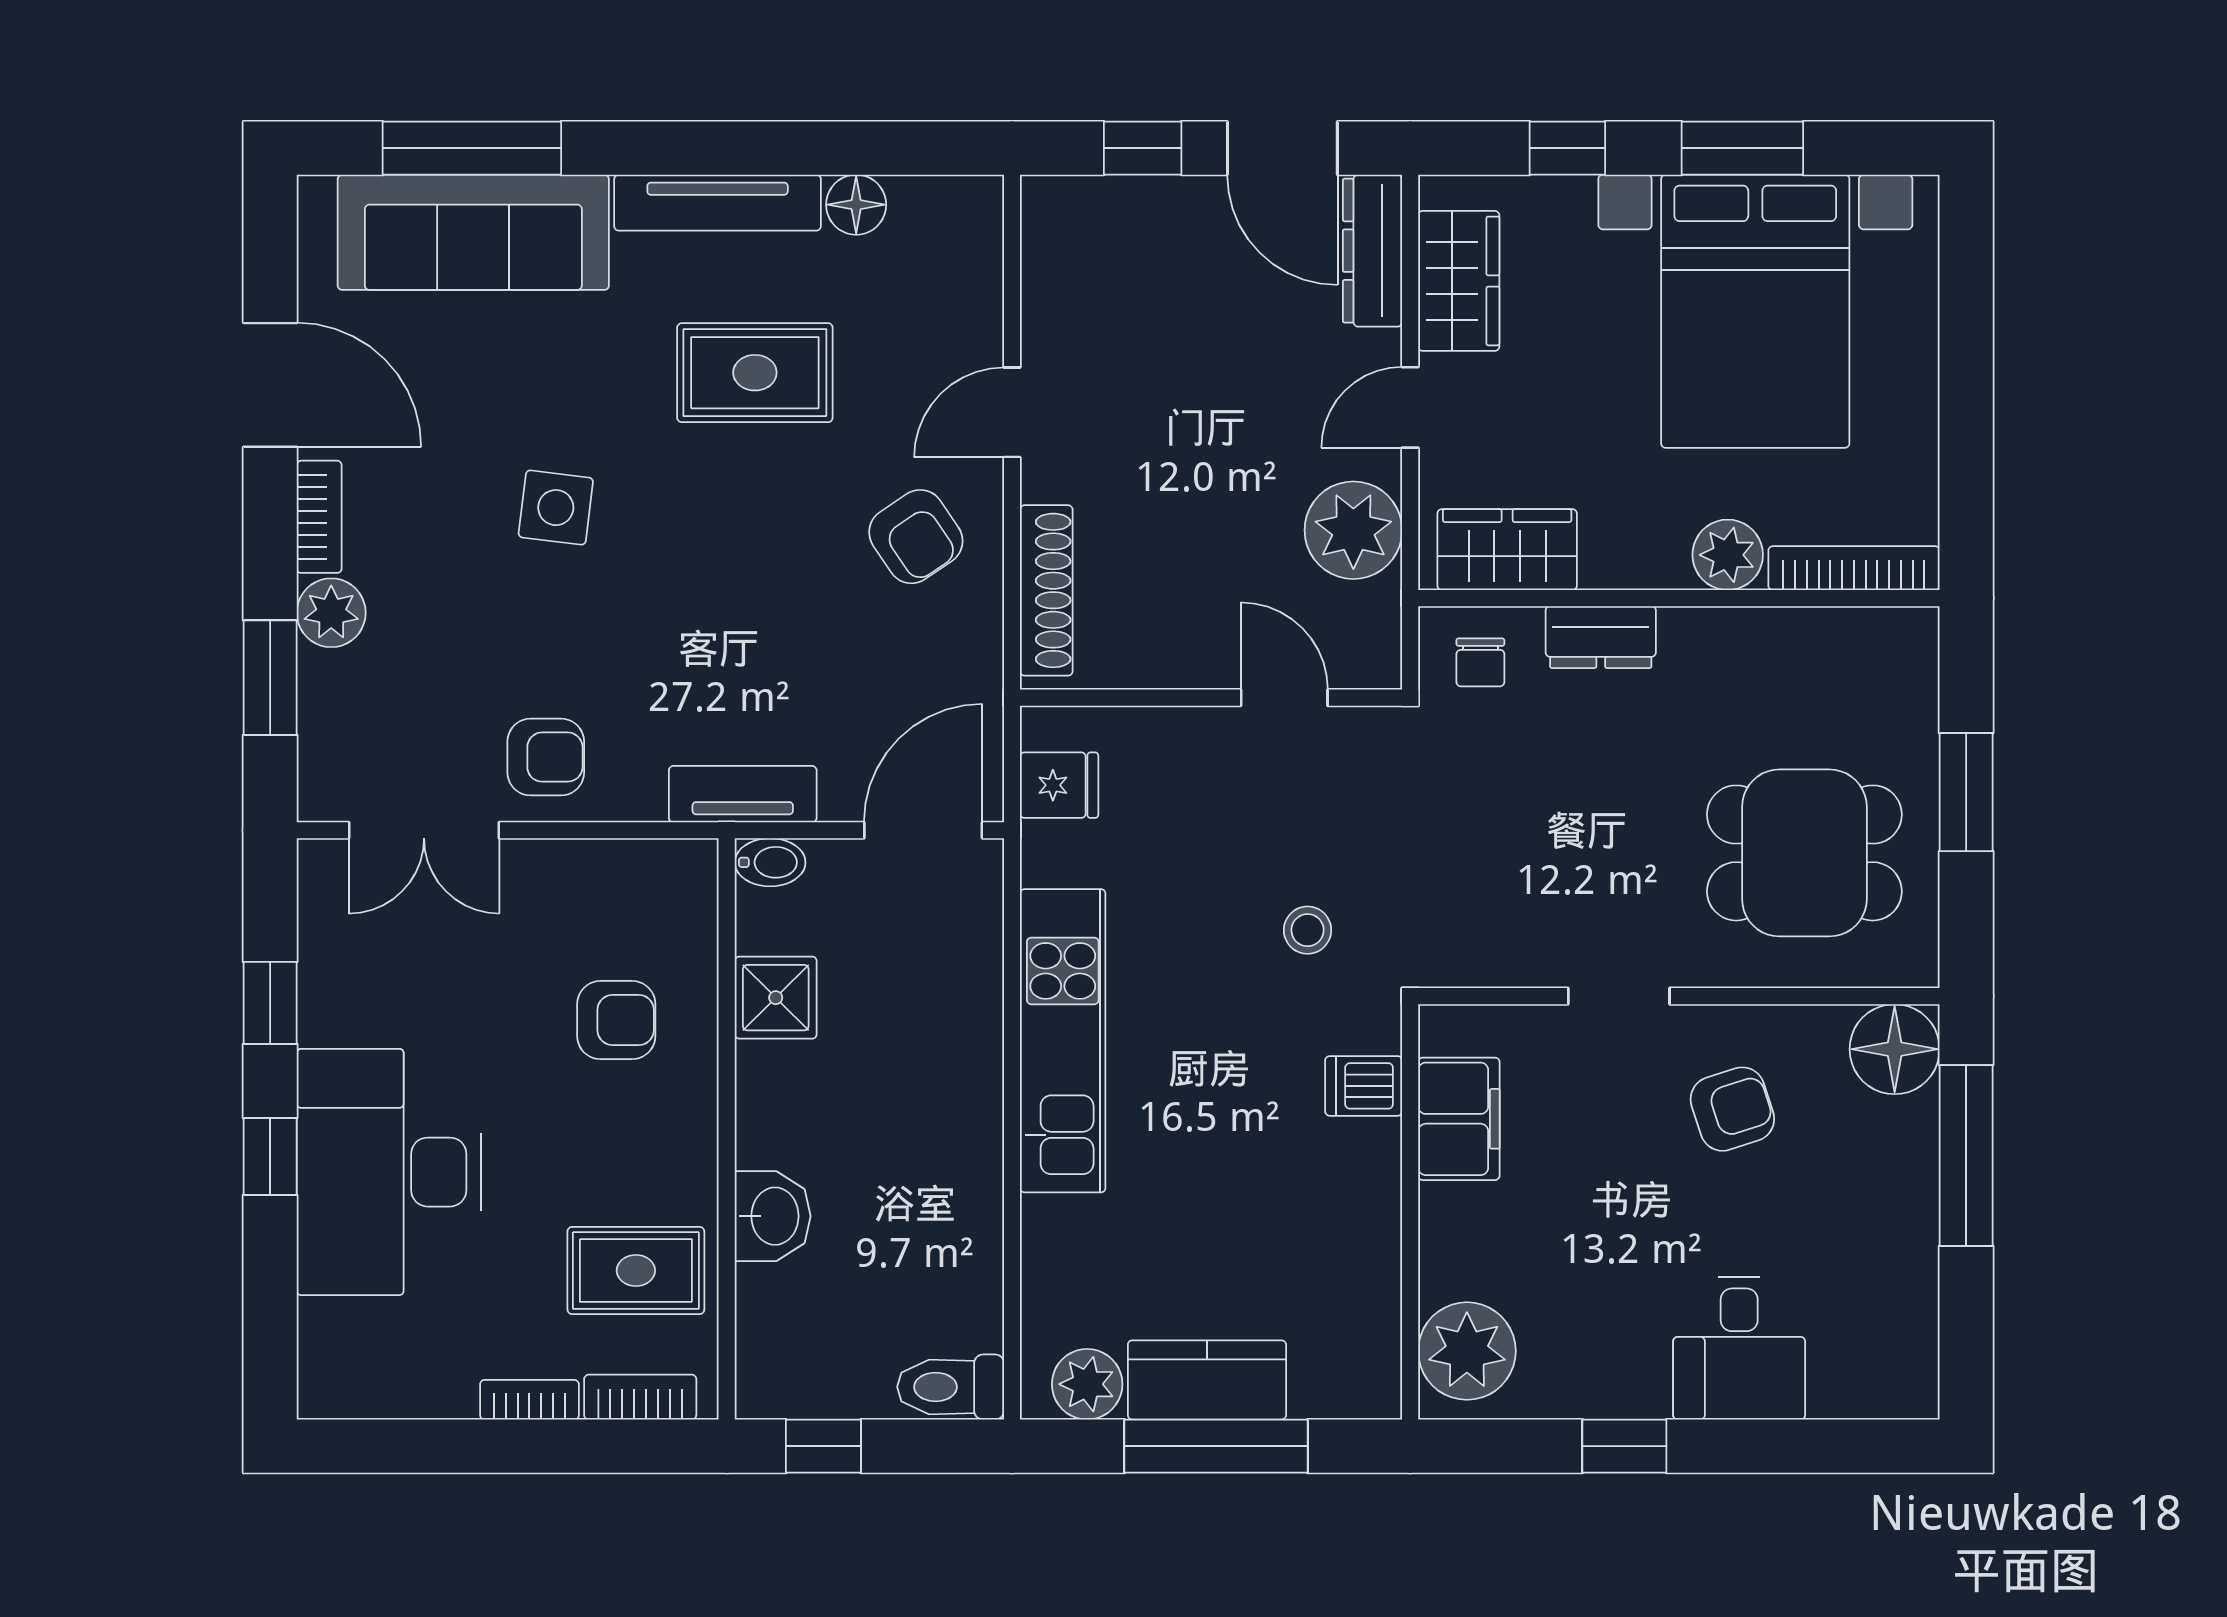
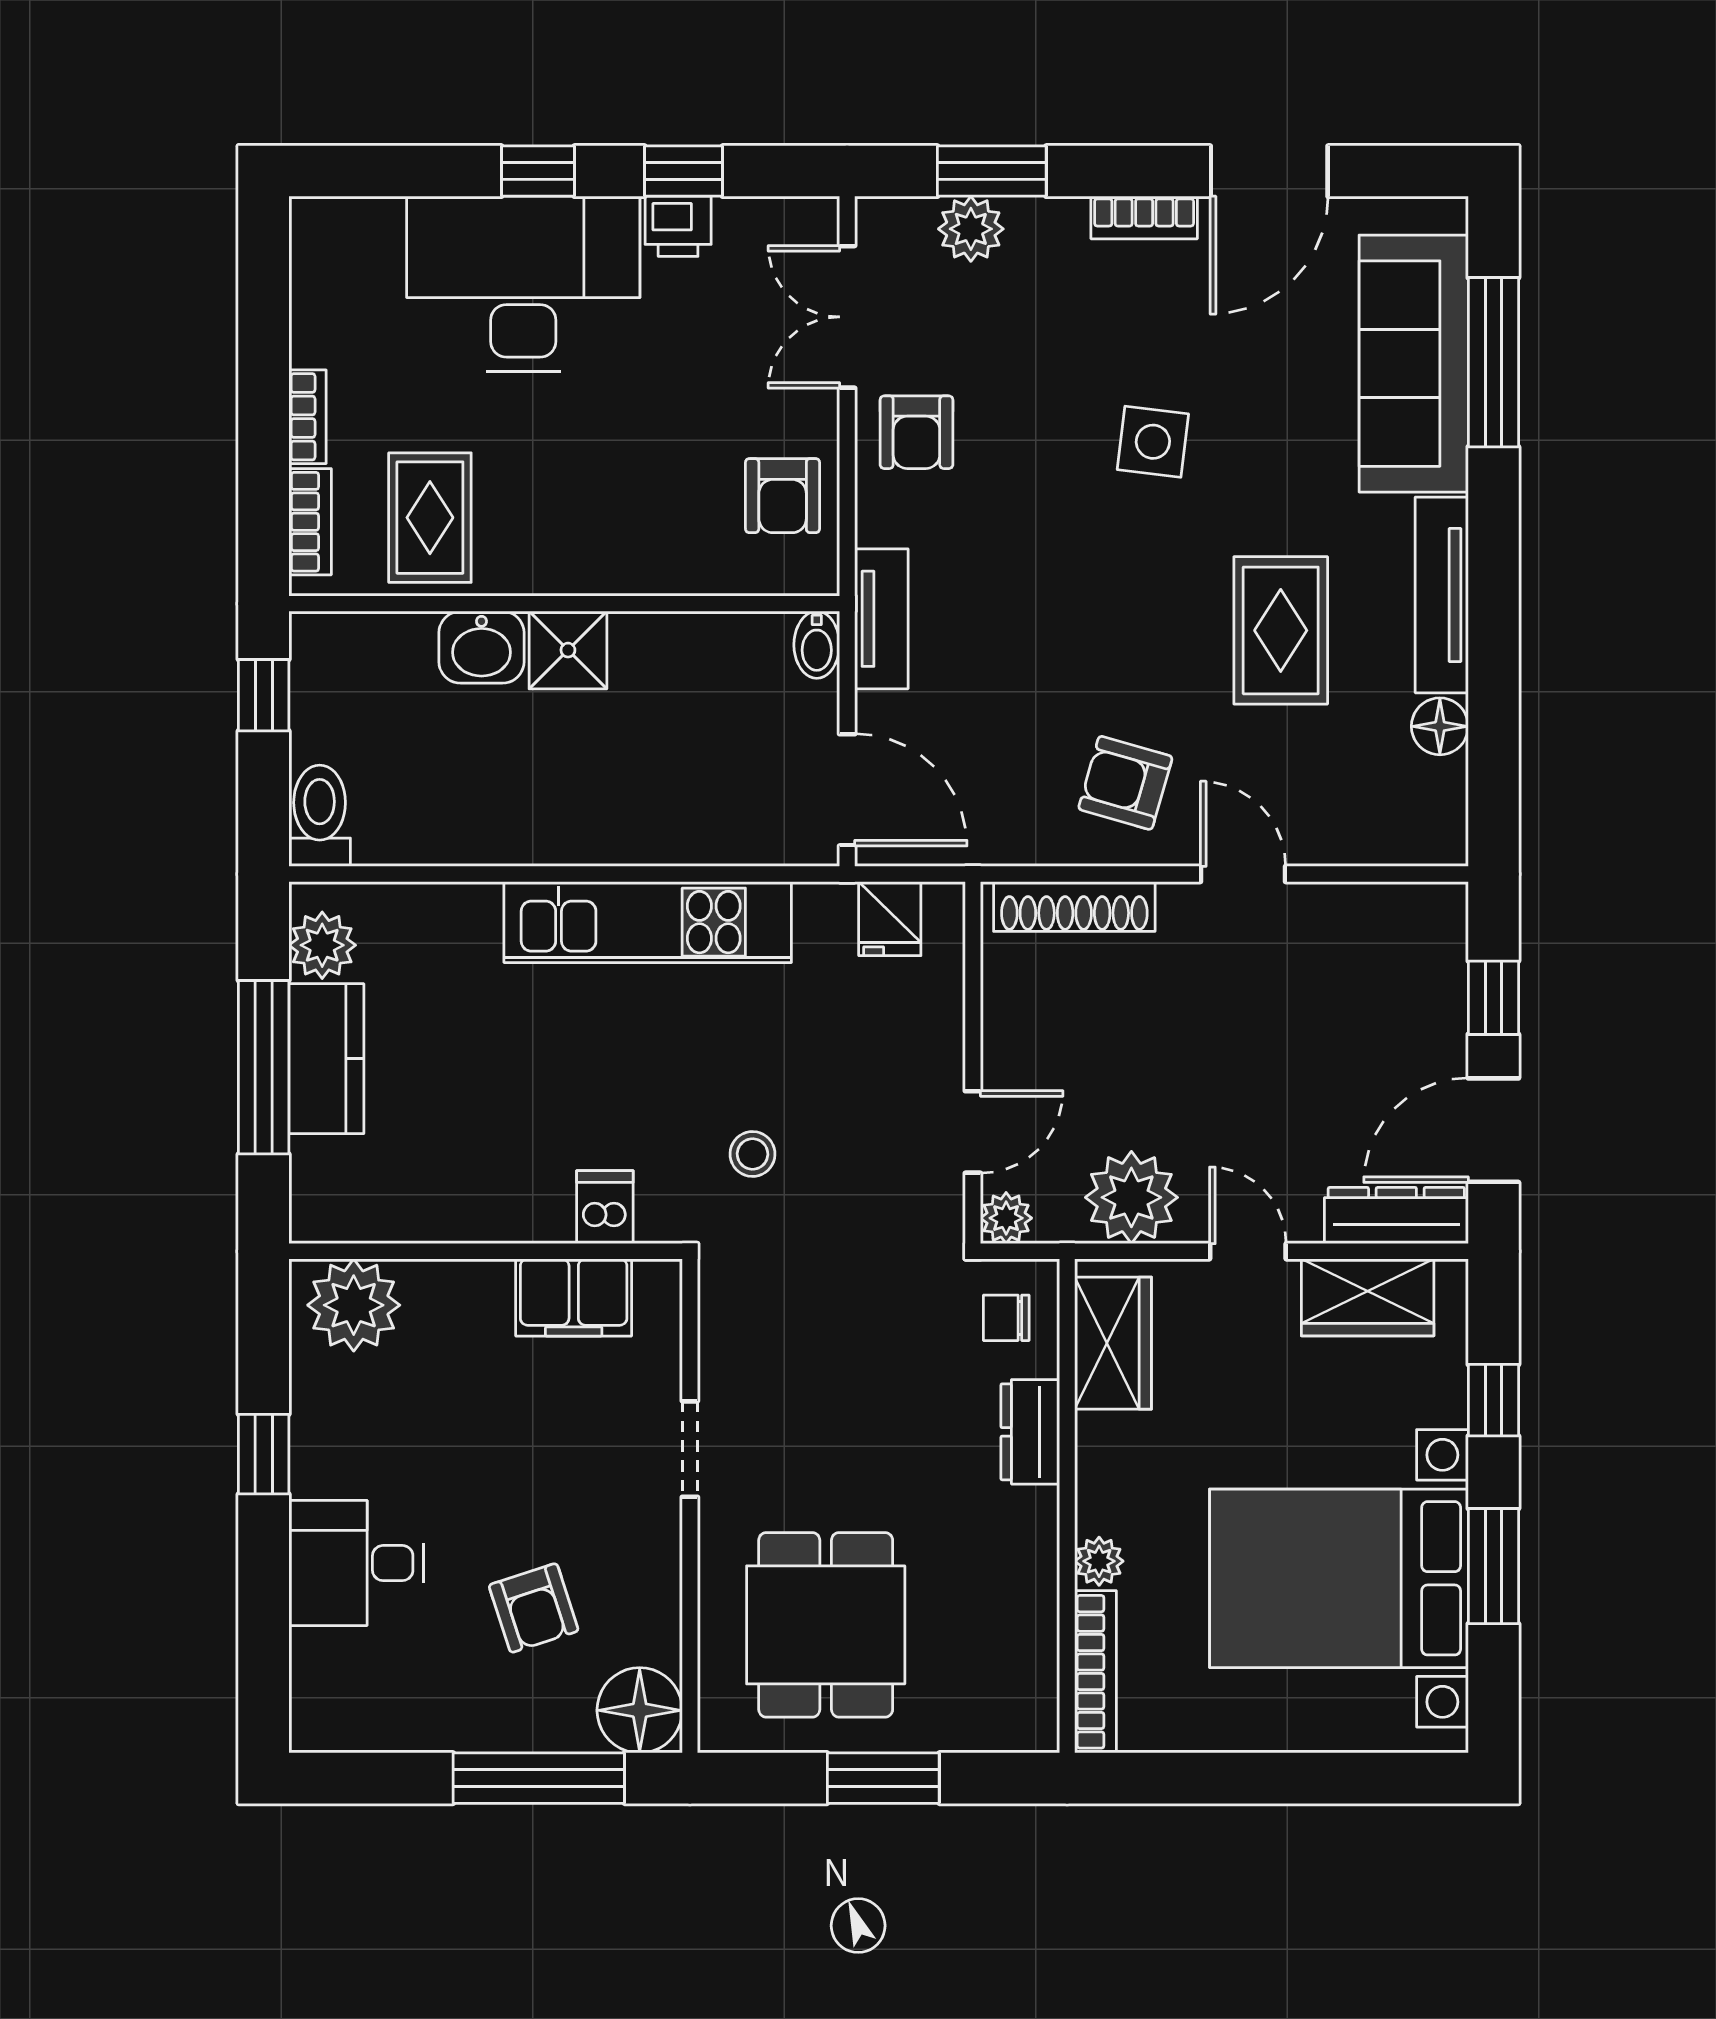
armchair: (916, 537) -> (1125, 783), turned 50
plant: (1728, 555) -> (1099, 1561), width x0.73, depth x0.73
plant: (331, 613) -> (971, 229), moved
plant: (1375, 662) -> (1006, 1218), added
shower: (776, 998) -> (568, 650), moved
printer: (328, 1009) -> (678, 226), added
armchair: (616, 1020) -> (783, 496), moved
armchair: (1732, 1109) -> (534, 1608), moved

